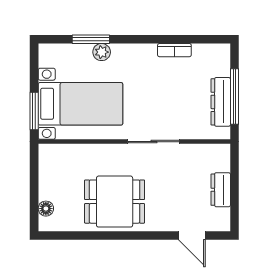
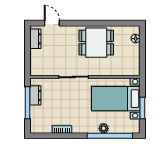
window: (91, 39) -> (110, 136), width x2.11
dresser: (221, 102) -> (35, 95), width x0.70
window: (34, 111) -> (142, 108), moved
dresser: (221, 190) -> (35, 39), moved

